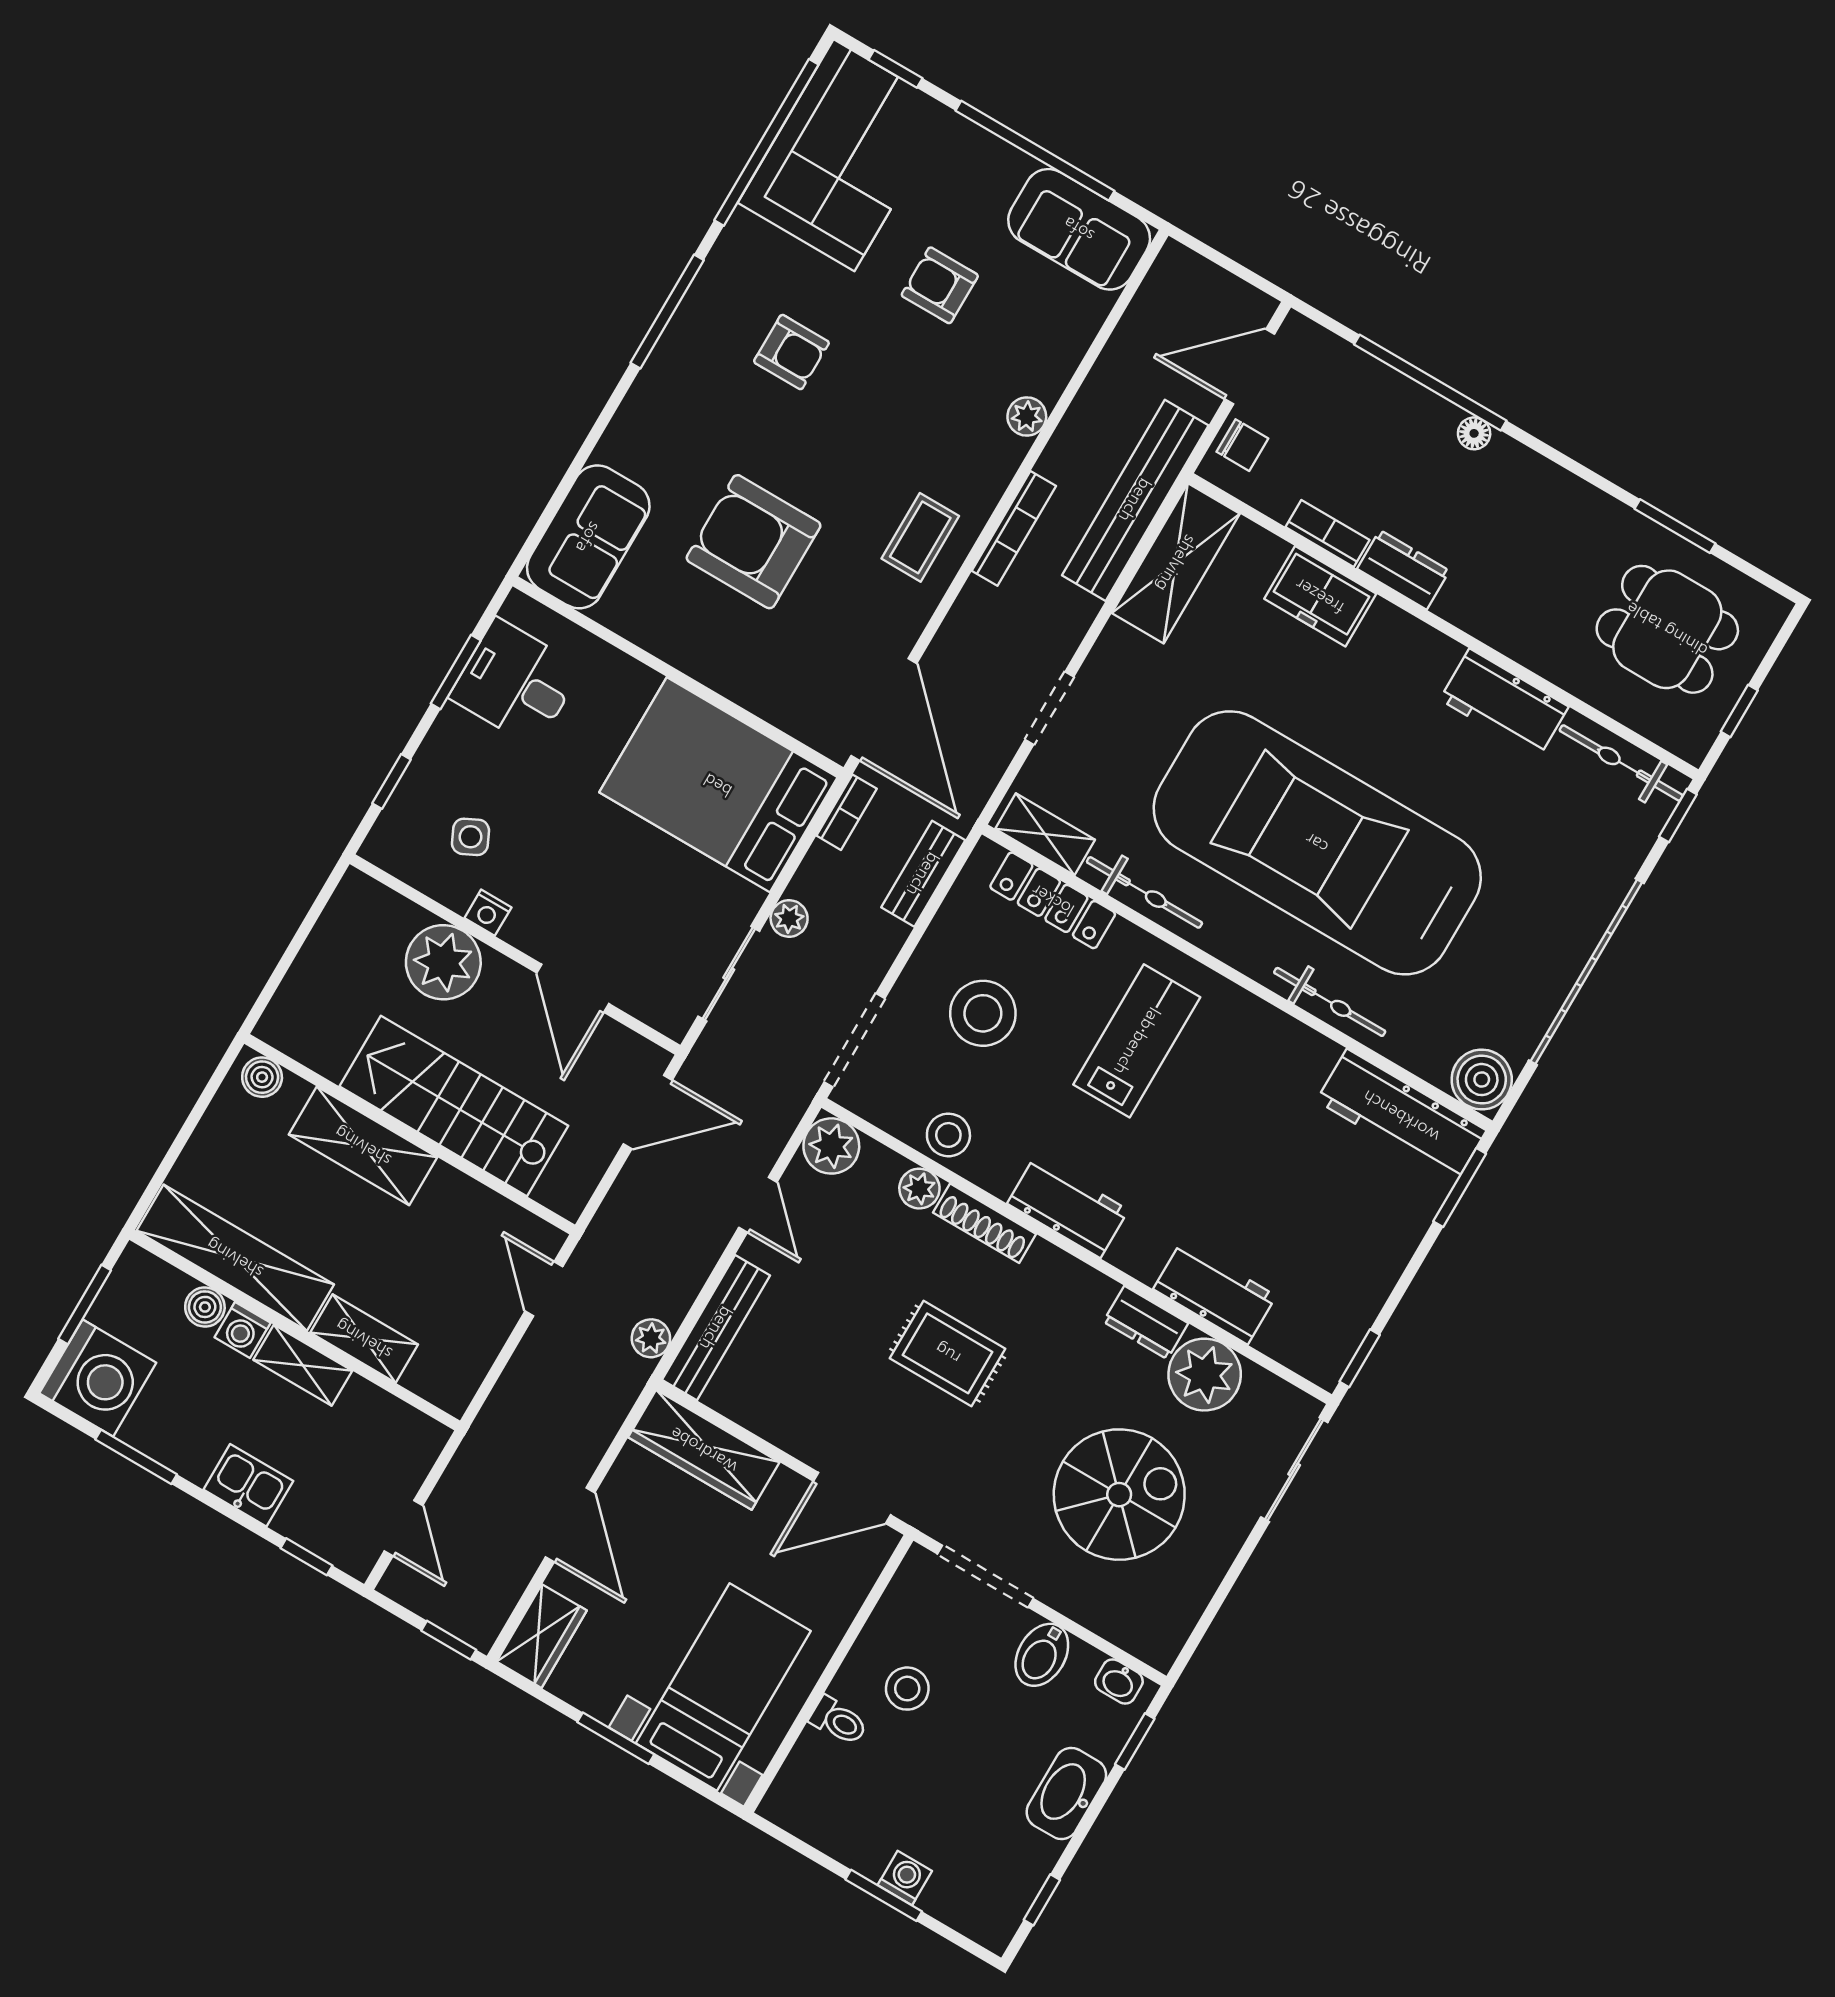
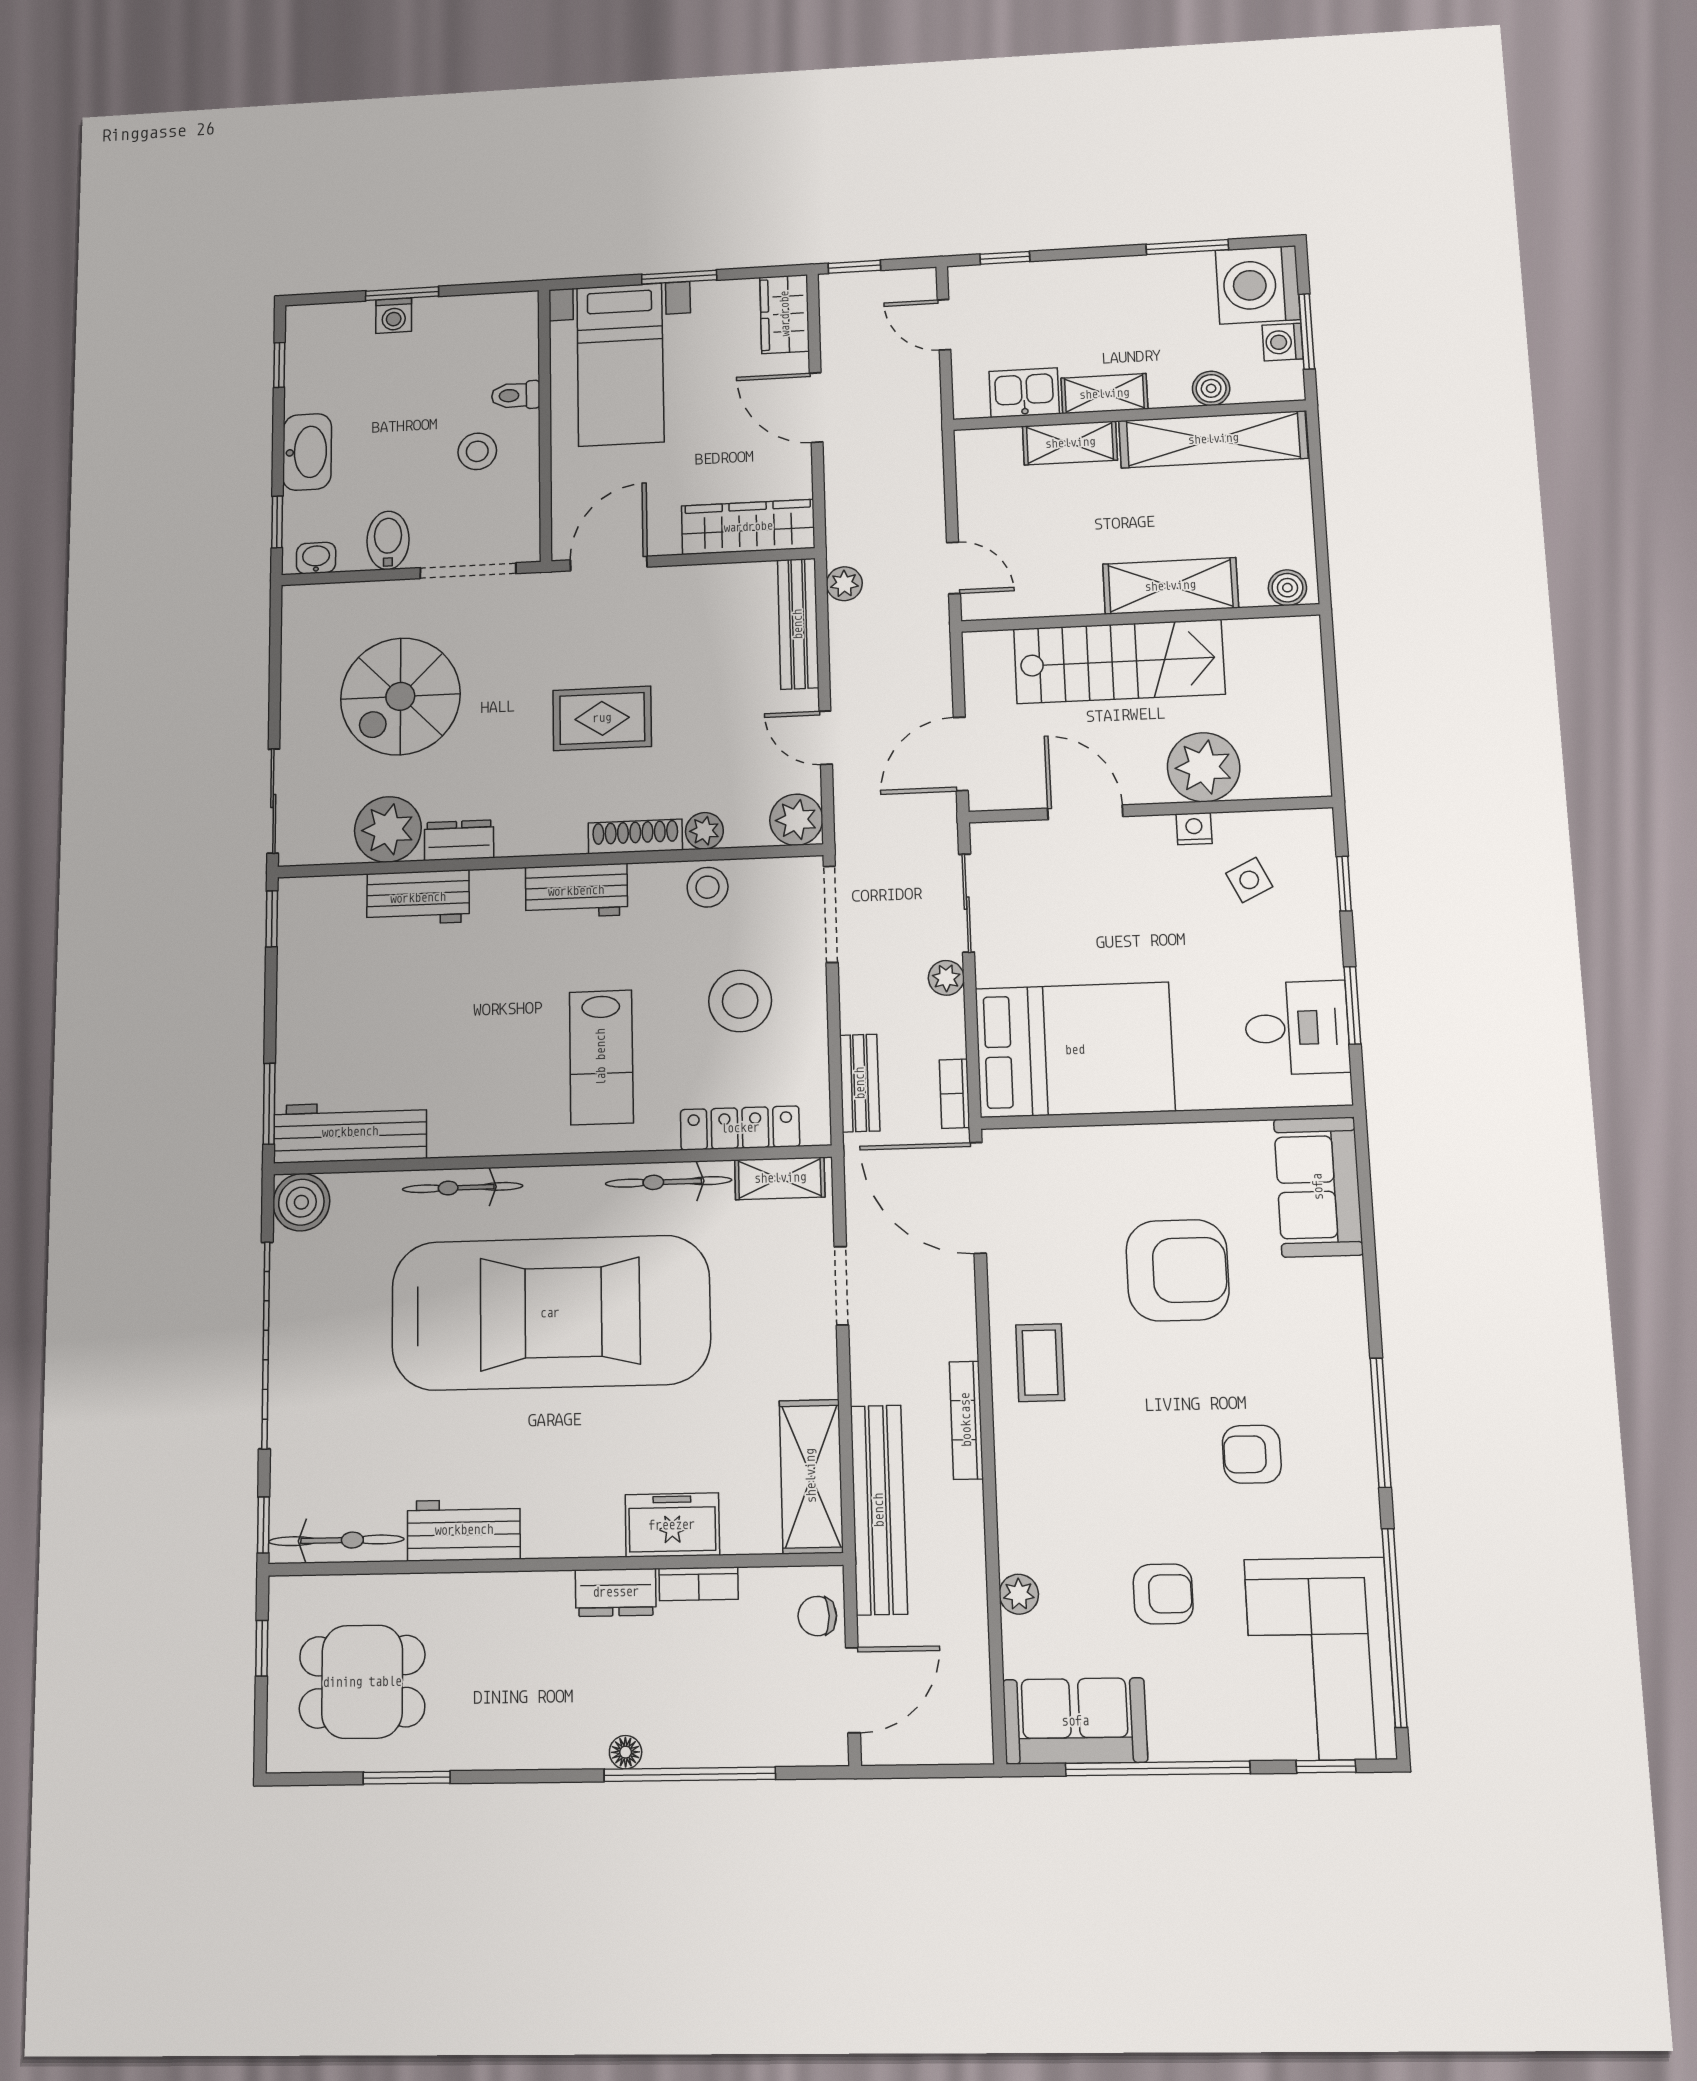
plant: (1027, 416) -> (1019, 1594), moved
washing machine: (242, 1330) -> (1283, 342), moved, turned -90
kitchen sink: (248, 1485) -> (1024, 393), moved, turned 180

